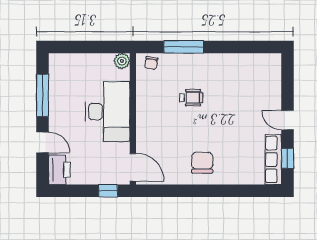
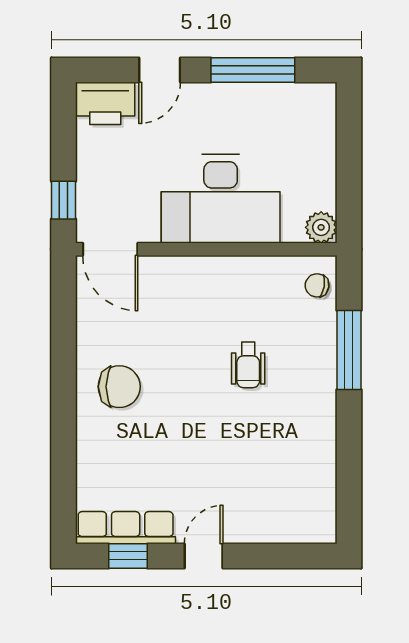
door: (133, 167) -> (110, 249), hinge flipped

